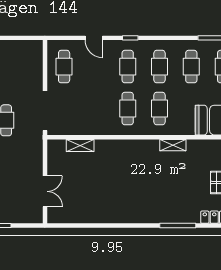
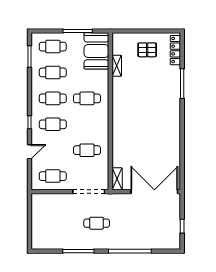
cafe table: (128, 109) -> (87, 150), moved
shelving: (80, 145) -> (117, 179), moved
shelving: (173, 145) -> (117, 66), moved
double door: (45, 191) -> (154, 192), width x1.87

